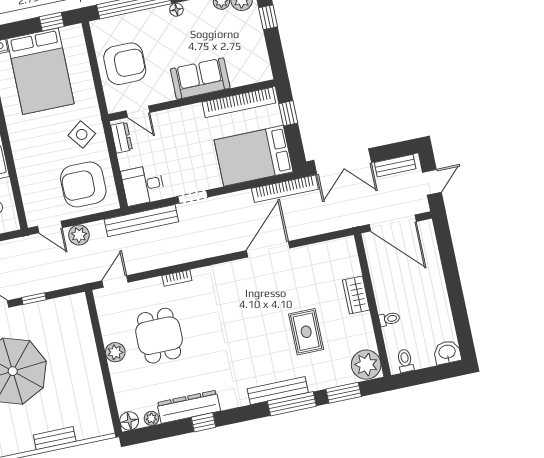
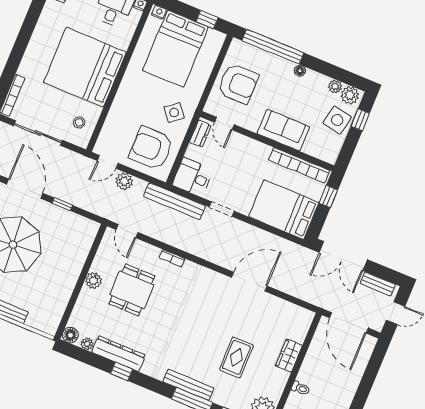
side table: (246, 33) -> (337, 120), added
bookcase: (285, 189) -> (290, 248), removed
door: (50, 227) -> (108, 162), hinge flipped
door: (115, 282) -> (127, 231), swing flipped

